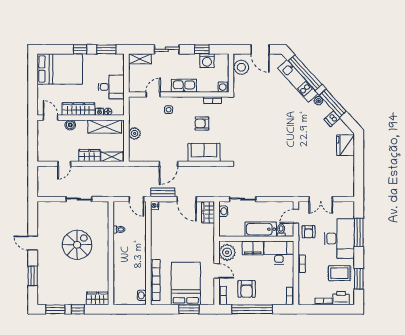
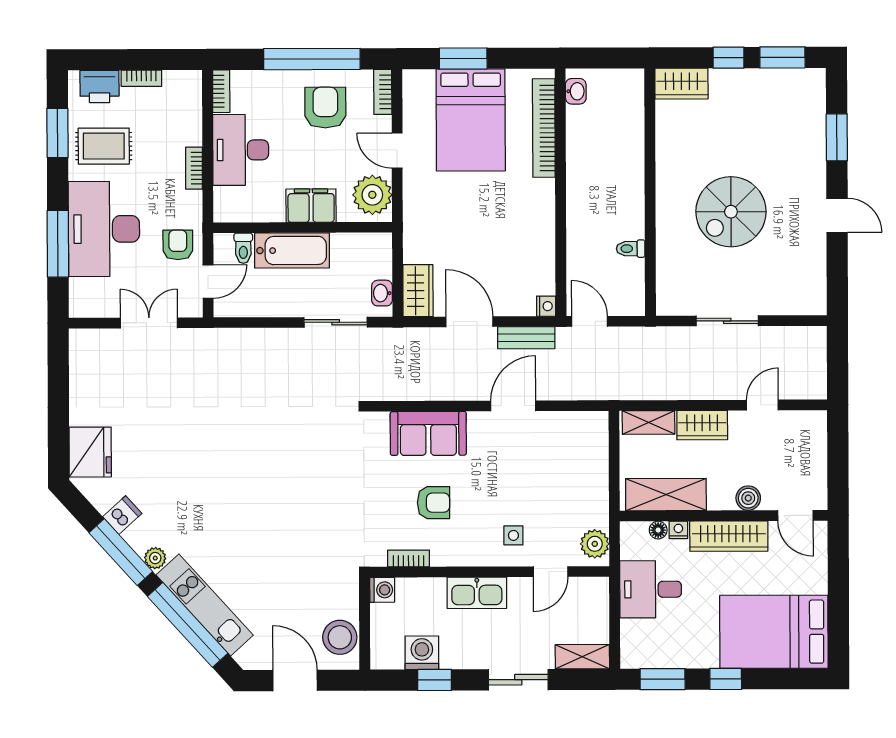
plant: (135, 133) -> (595, 544), moved
desk: (279, 253) -> (241, 150), moved, turned 90

